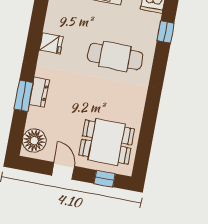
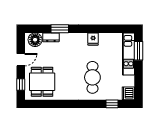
dresser: (39, 92) -> (51, 37), moved

